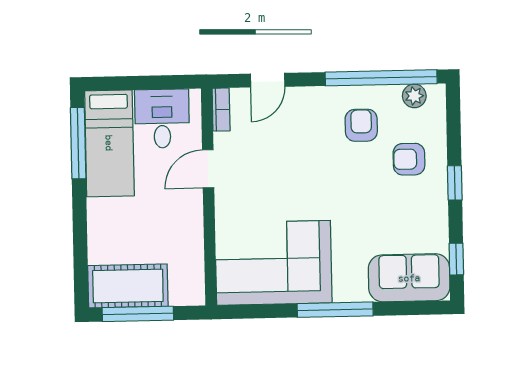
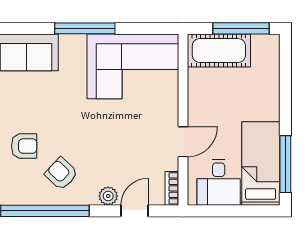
plant: (414, 96) -> (108, 196), moved
armchair: (361, 125) -> (61, 174), turned 133
cot: (128, 286) -> (219, 50), moved

